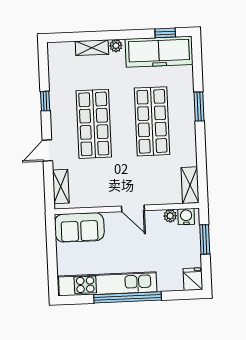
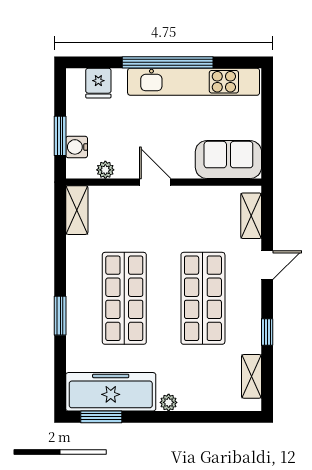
window: (165, 33) -> (101, 417), width x1.50
shelving: (92, 48) -> (252, 376), moved, turned 90
water cooler: (186, 217) -> (77, 147), moved, turned 90
fridge: (193, 279) -> (98, 83), moved

